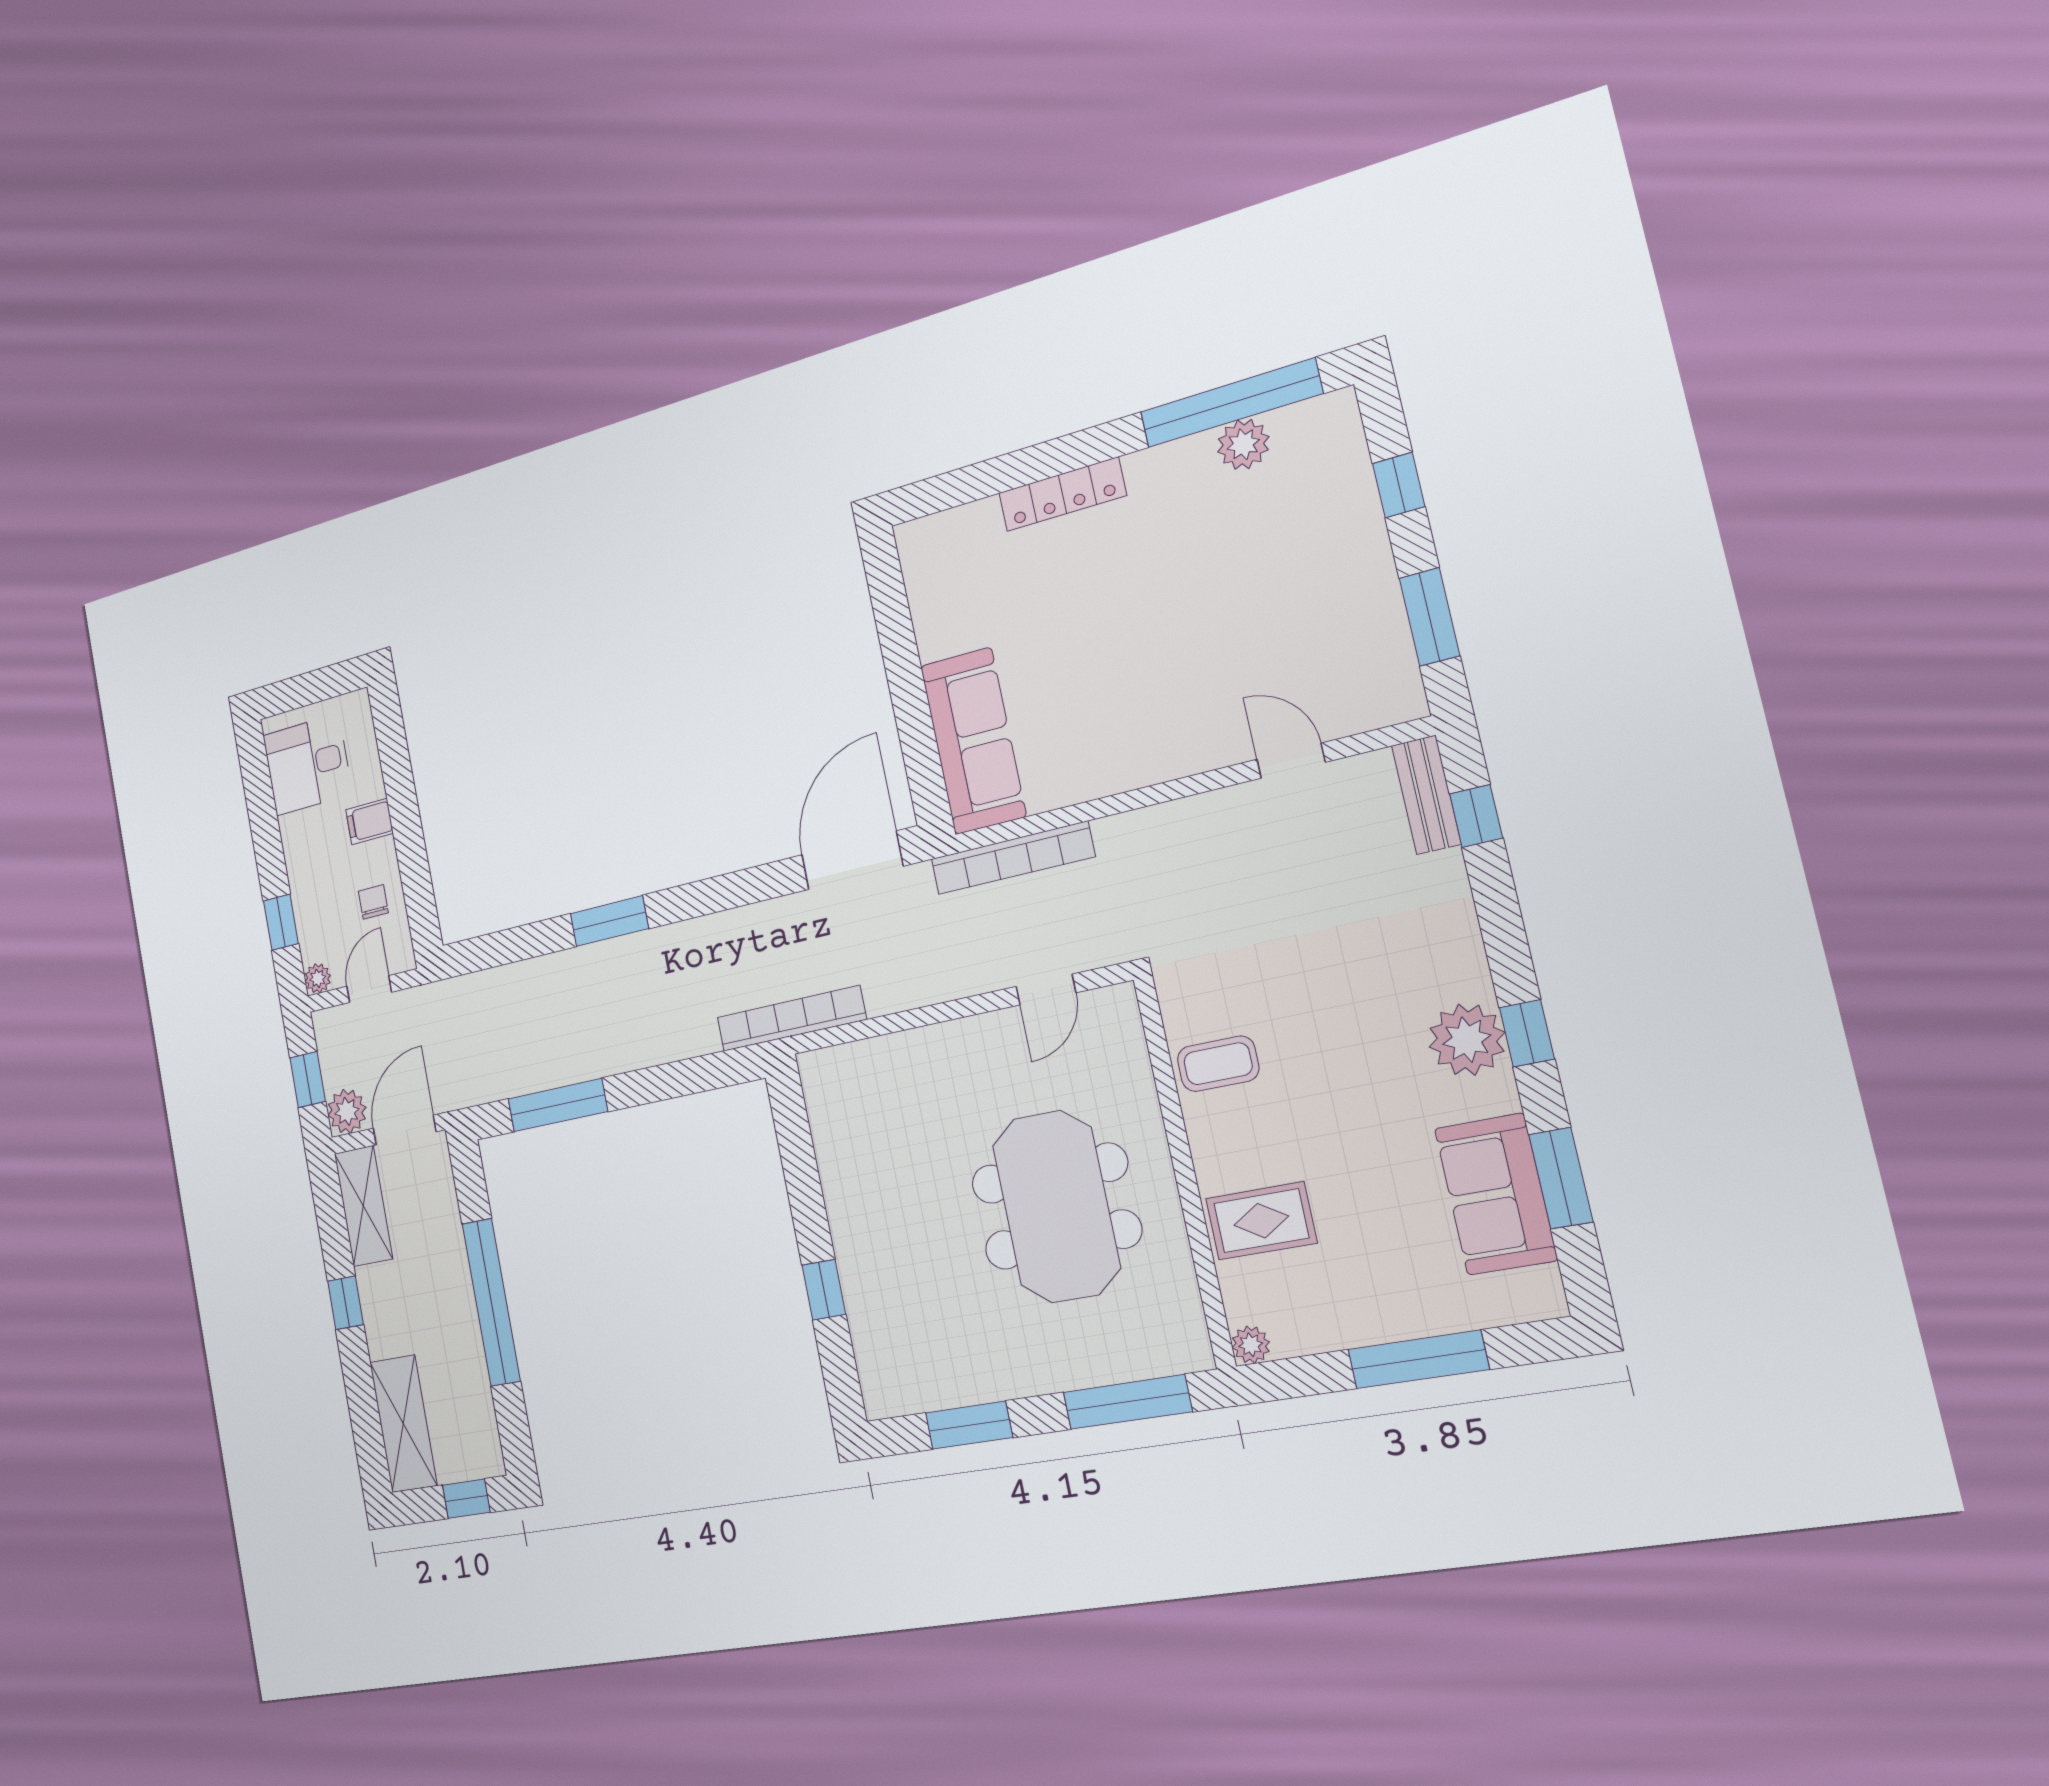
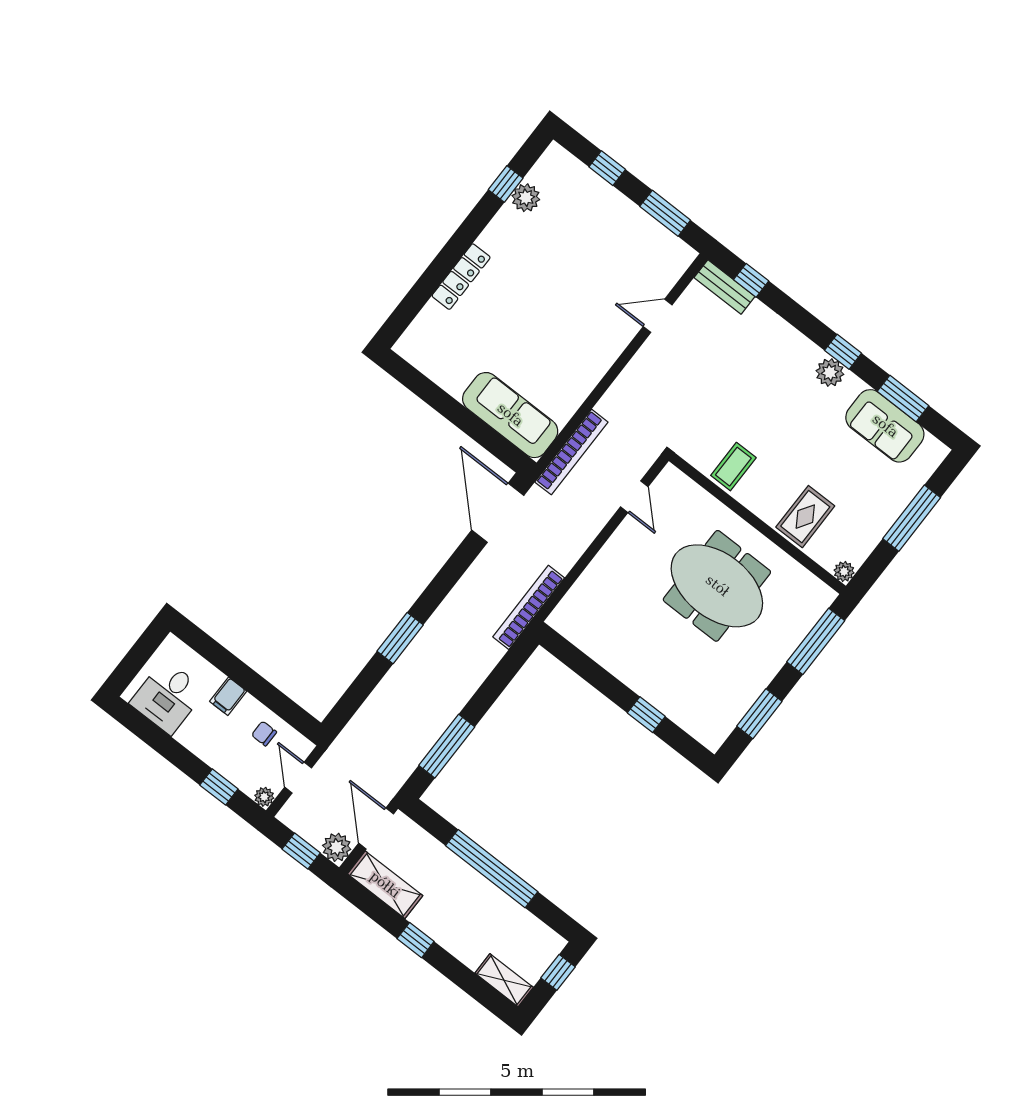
window: (1231, 403) -> (506, 184), width x0.32
plant: (1467, 1040) -> (830, 372), width x0.73, depth x0.73
shelving: (403, 1424) -> (504, 980), width x0.67, depth x0.75

